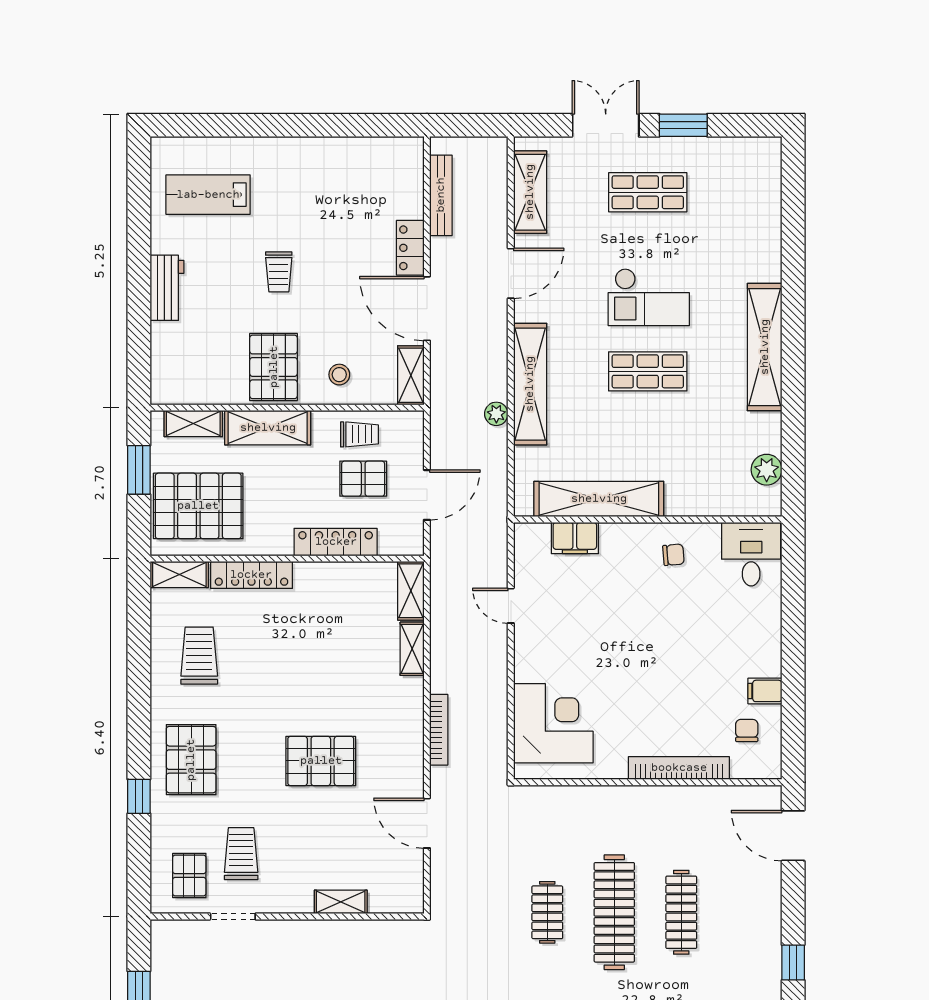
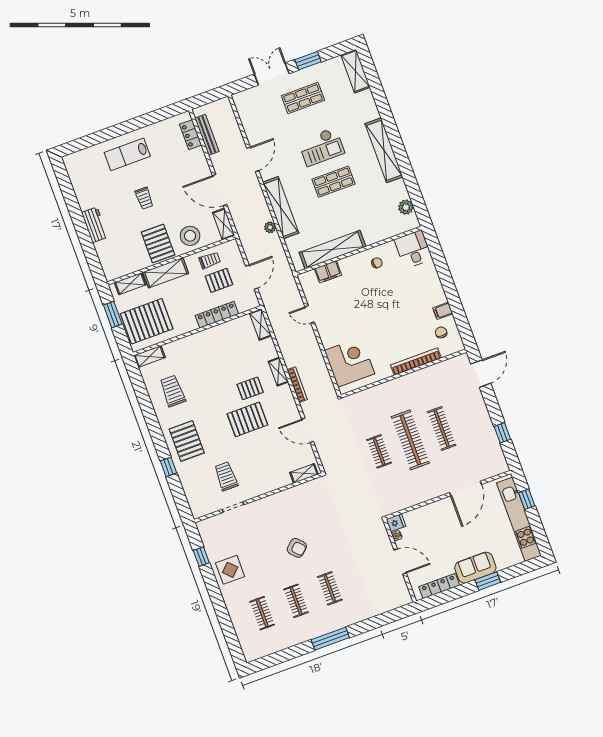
shelving: (530, 192) -> (355, 71), moved
lab bench: (208, 195) -> (127, 154), moved
locker: (410, 248) -> (191, 135), moved
stool: (339, 375) -> (190, 236), width x1.89, depth x1.89
locker: (251, 575) -> (183, 344), removed
shelving: (412, 649) -> (278, 372), moved
door: (793, 836) -> (481, 374), swing flipped
pallet: (189, 875) -> (250, 388), moved, turned 90
shelving: (341, 902) -> (304, 473), moved

